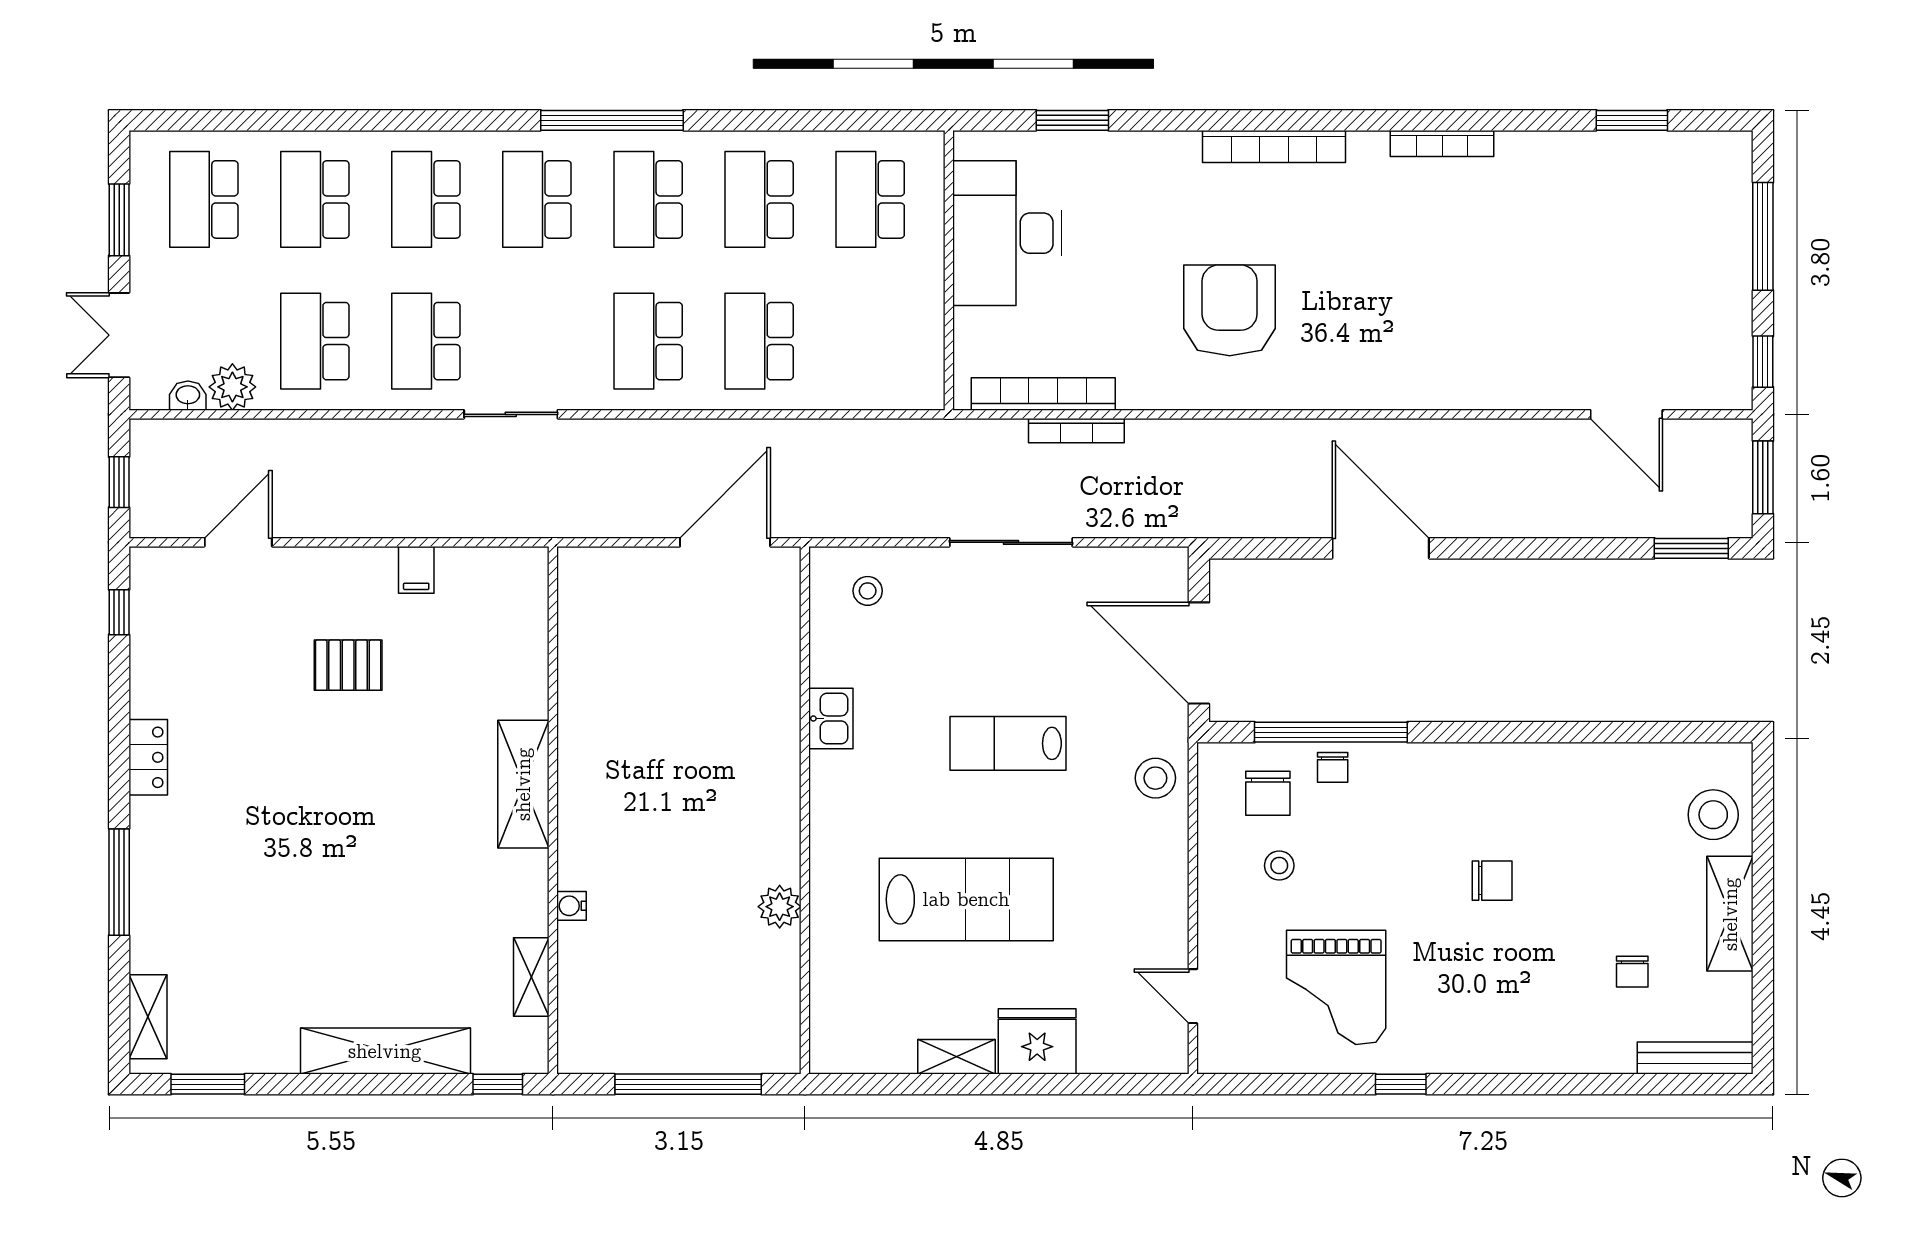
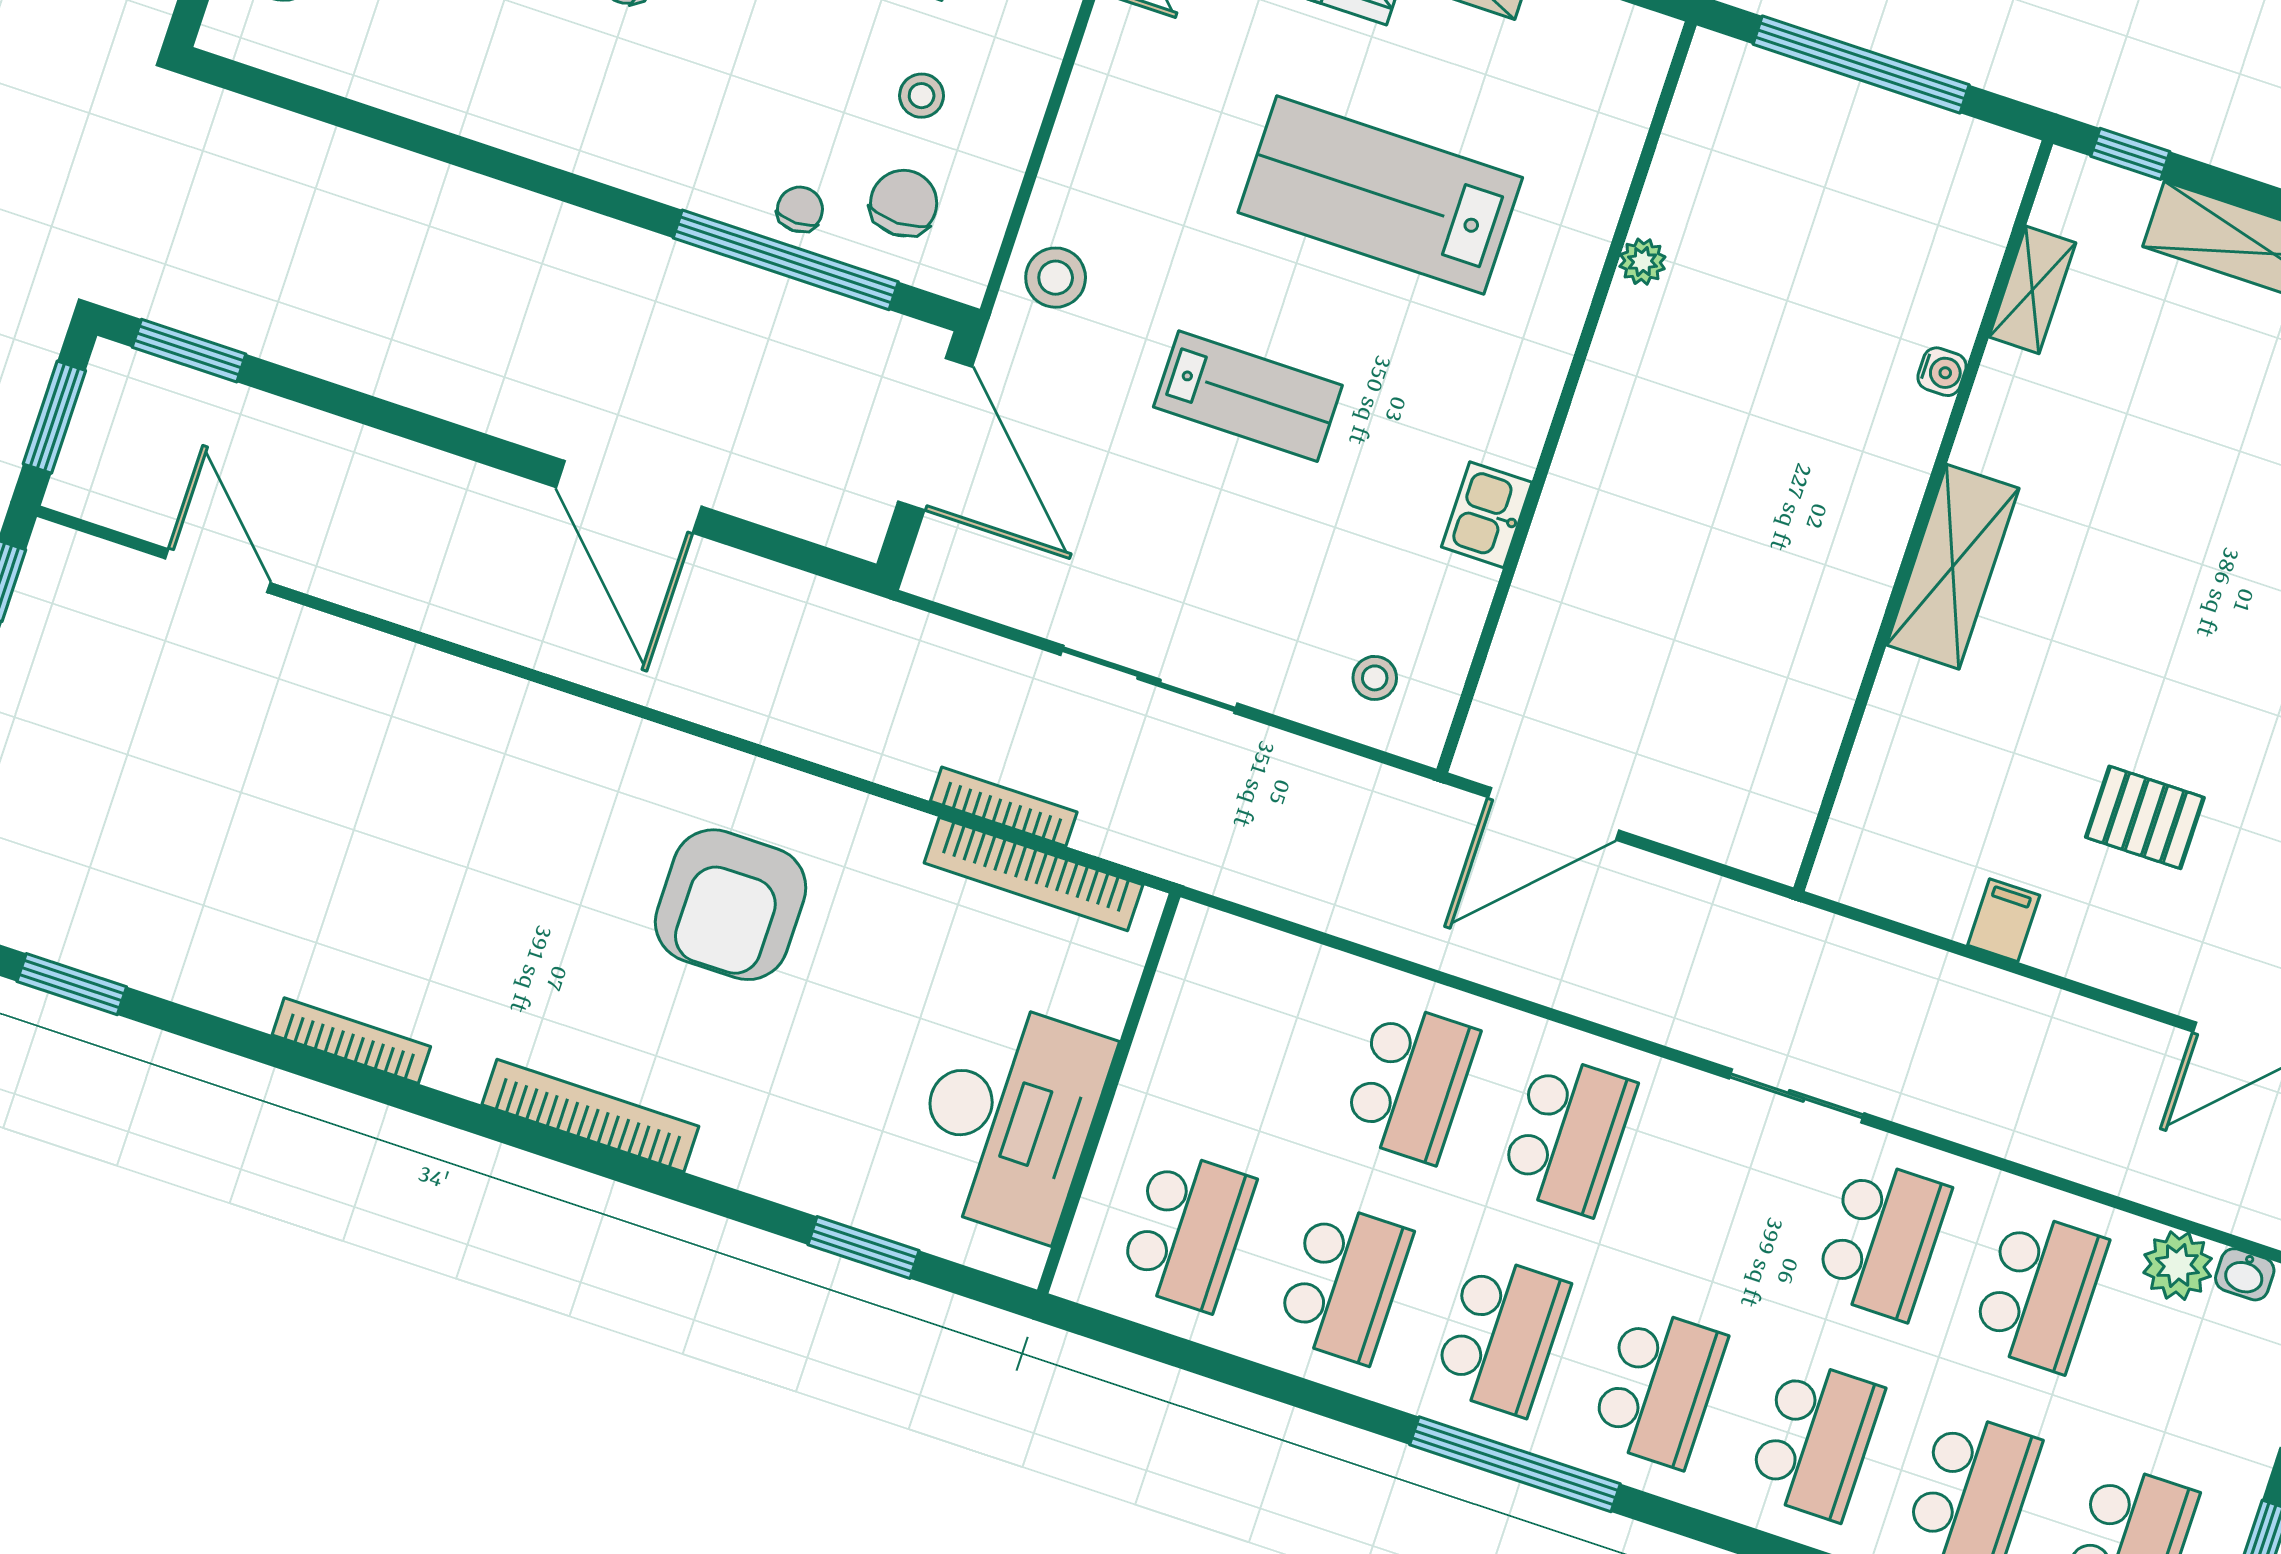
plant: (780, 907) -> (1642, 262), width x0.73, depth x0.73

